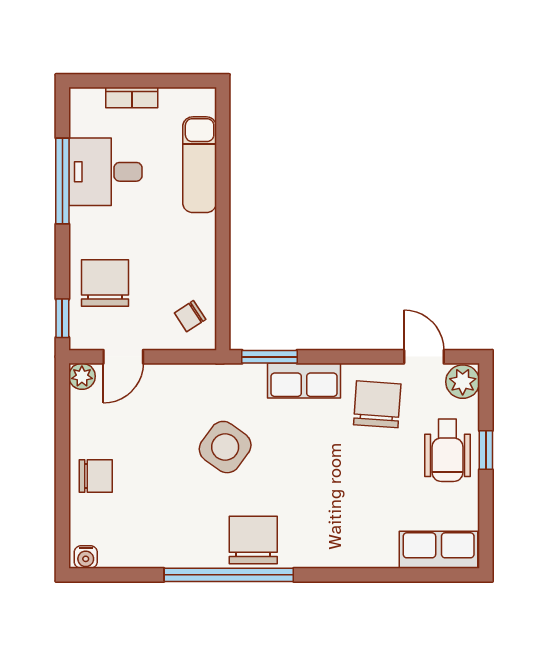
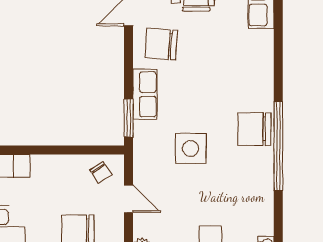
door: (123, 357) -> (129, 199), moved
side table: (225, 447) -> (191, 148), turned -36

